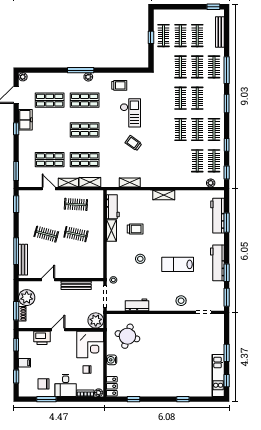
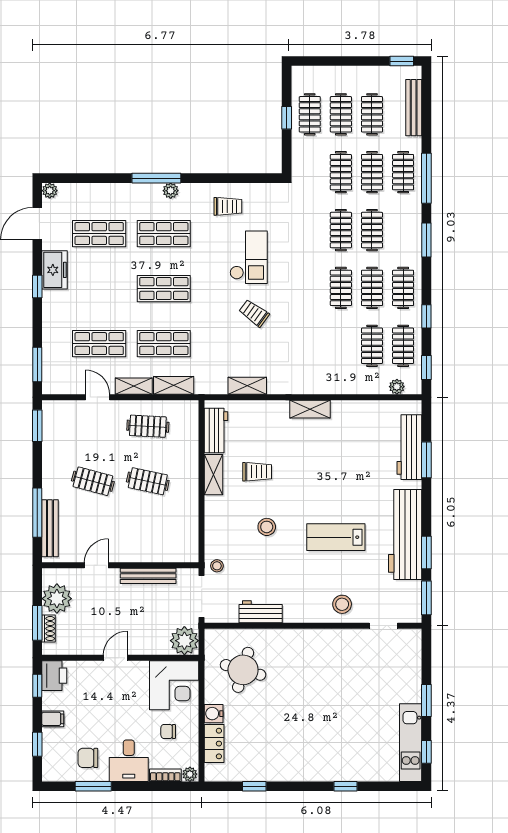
workbench: (217, 263) -> (405, 534), width x1.36, depth x1.32
printer: (42, 338) -> (54, 676), moved, turned -90
locker: (112, 386) -> (214, 744), moved

